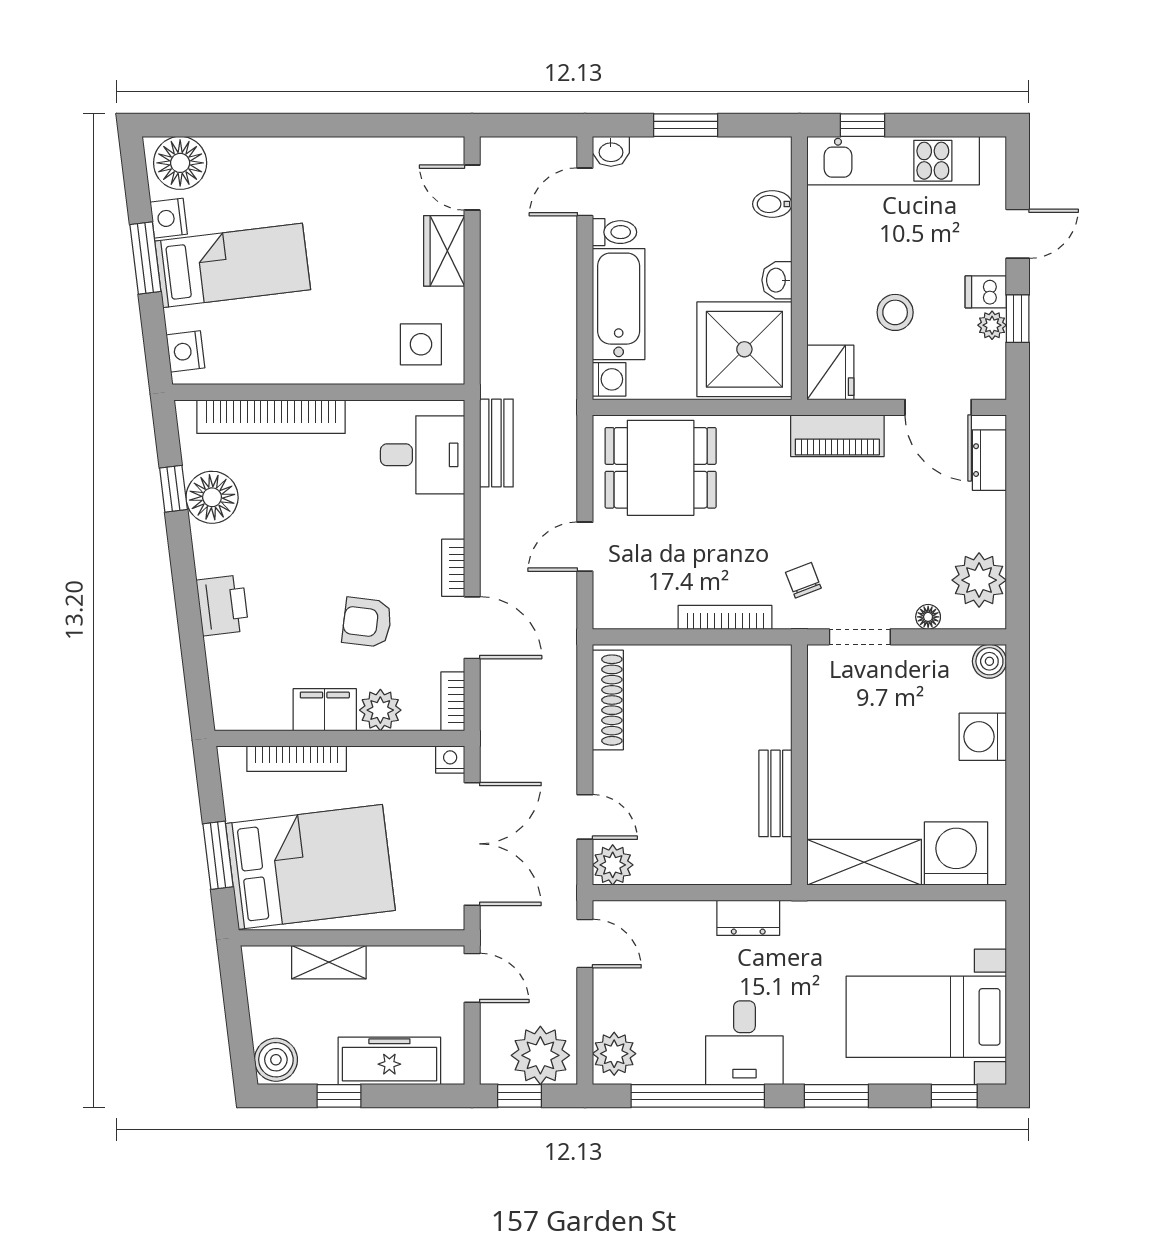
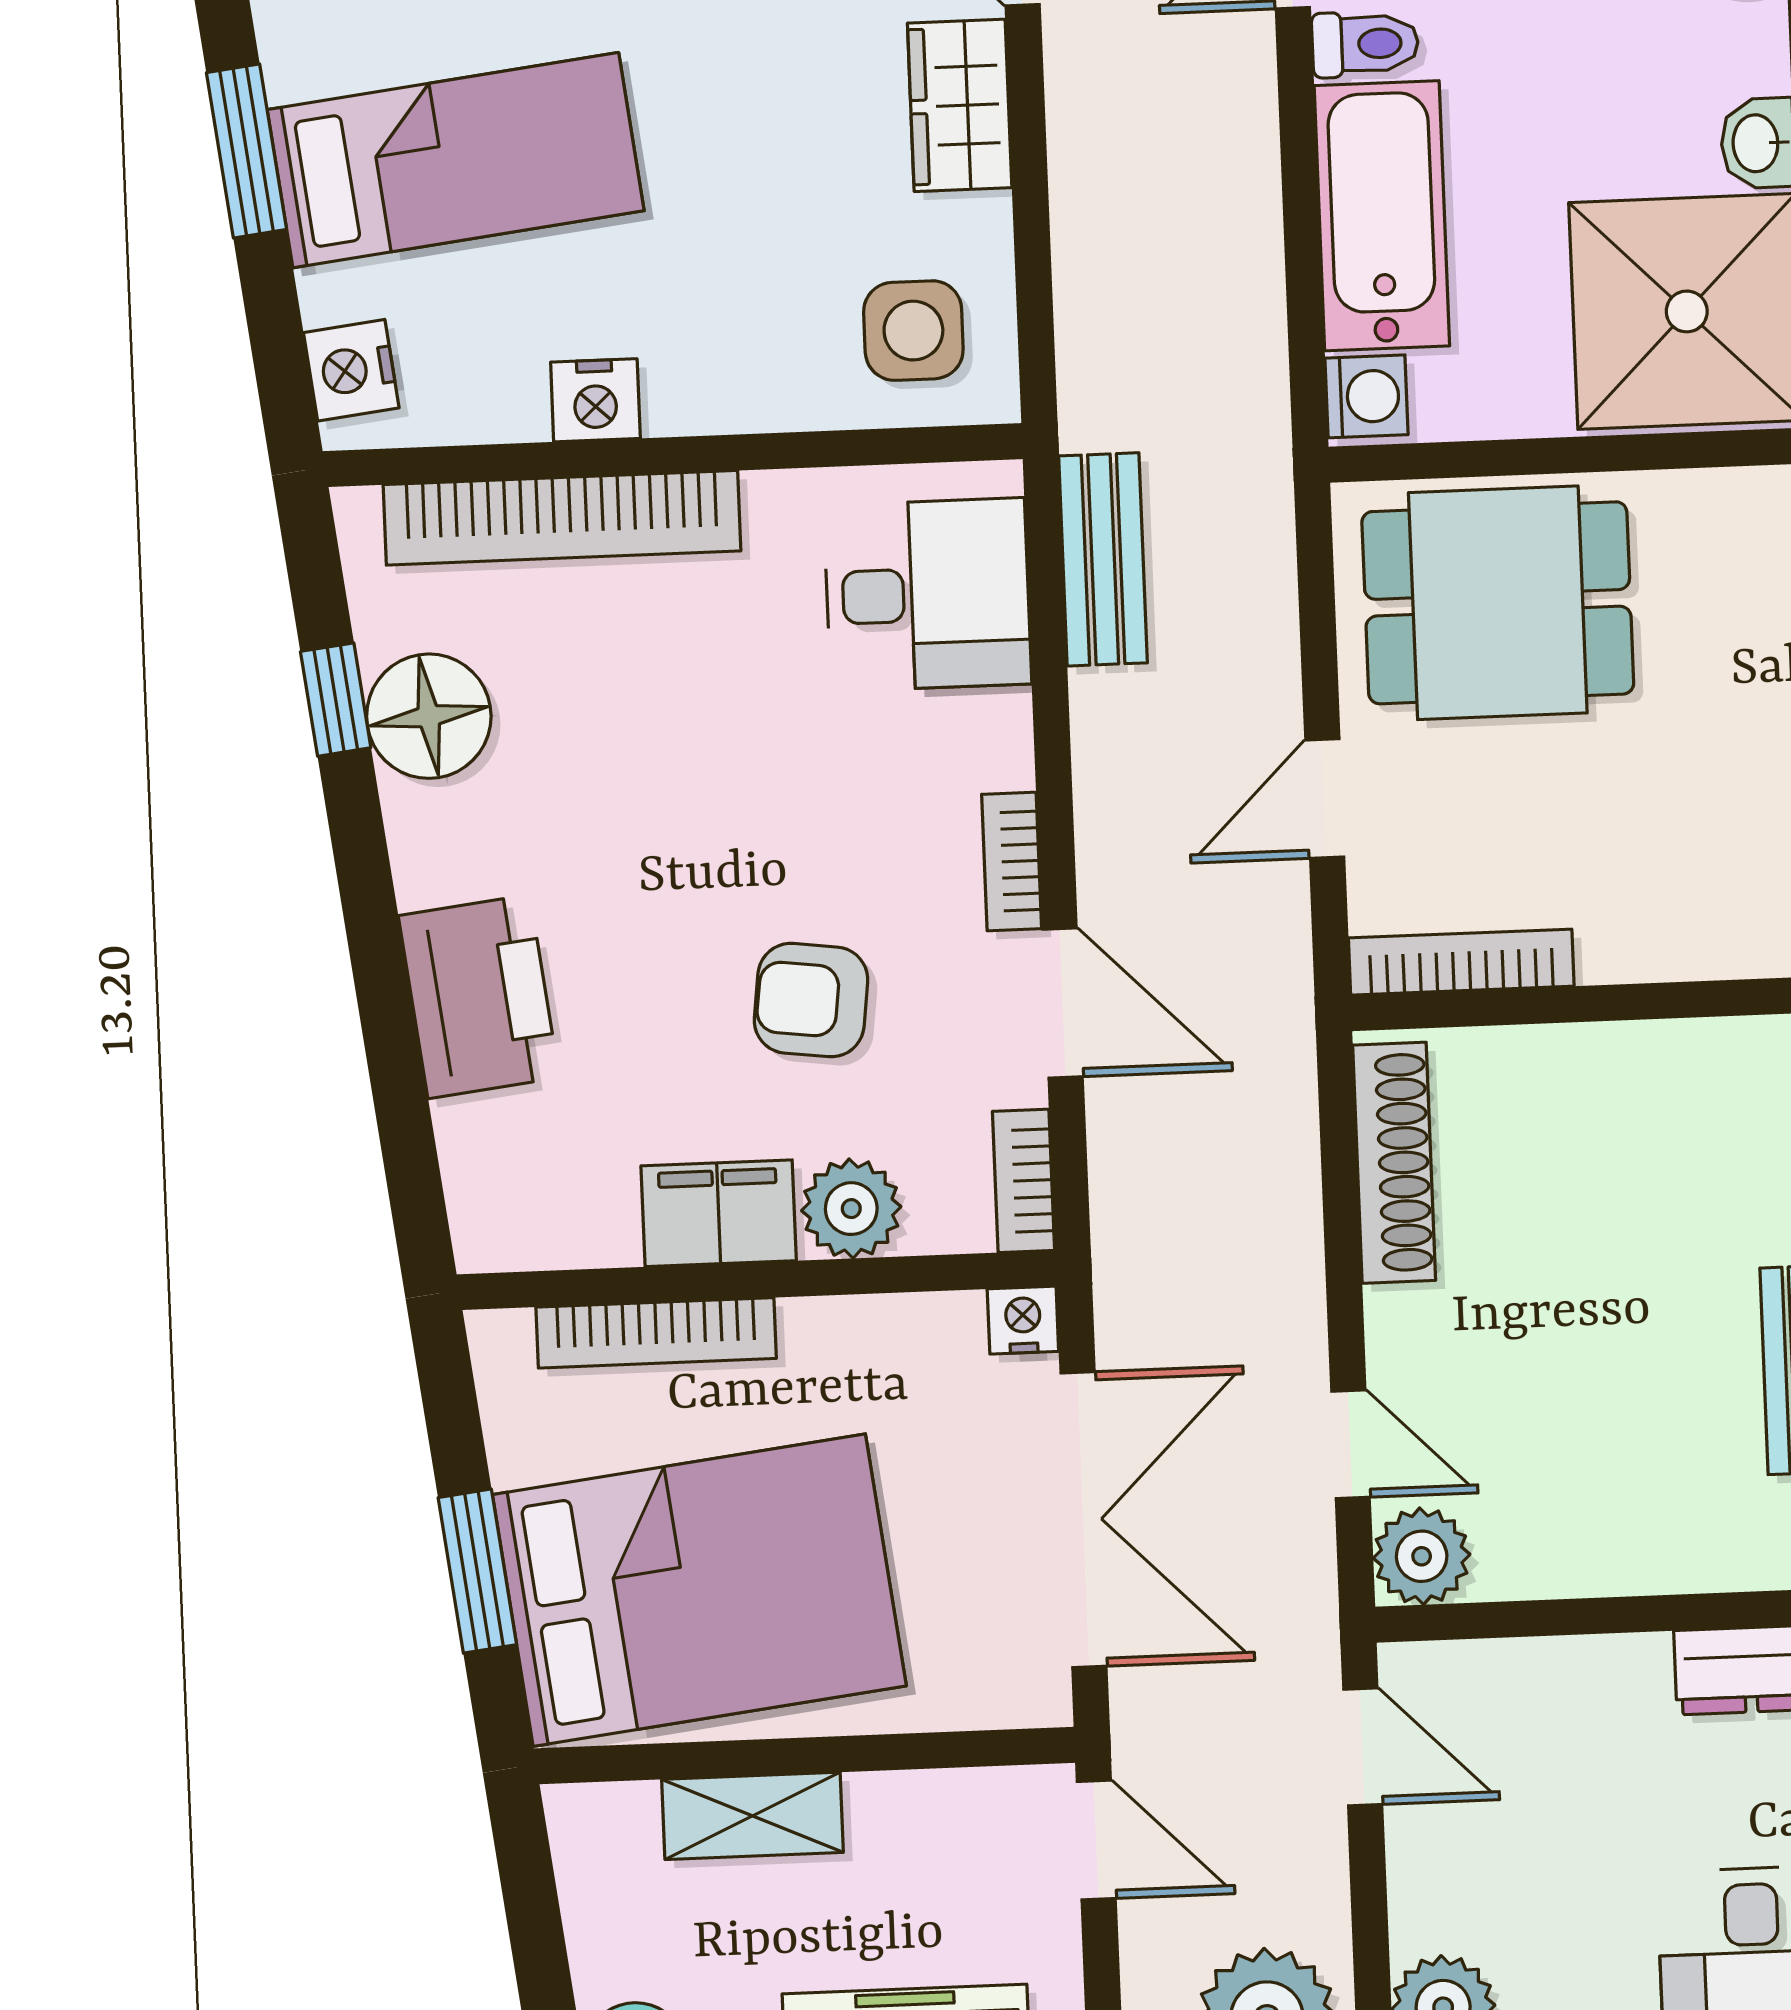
nightstand: (169, 218) -> (595, 400), moved, turned -83
printer: (222, 605) -> (479, 997), width x1.37, depth x1.19
bookcase: (725, 617) -> (1461, 962), moved

